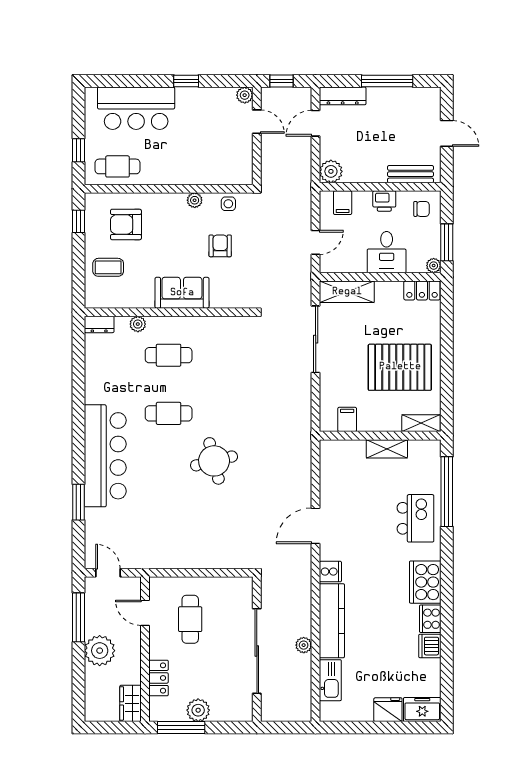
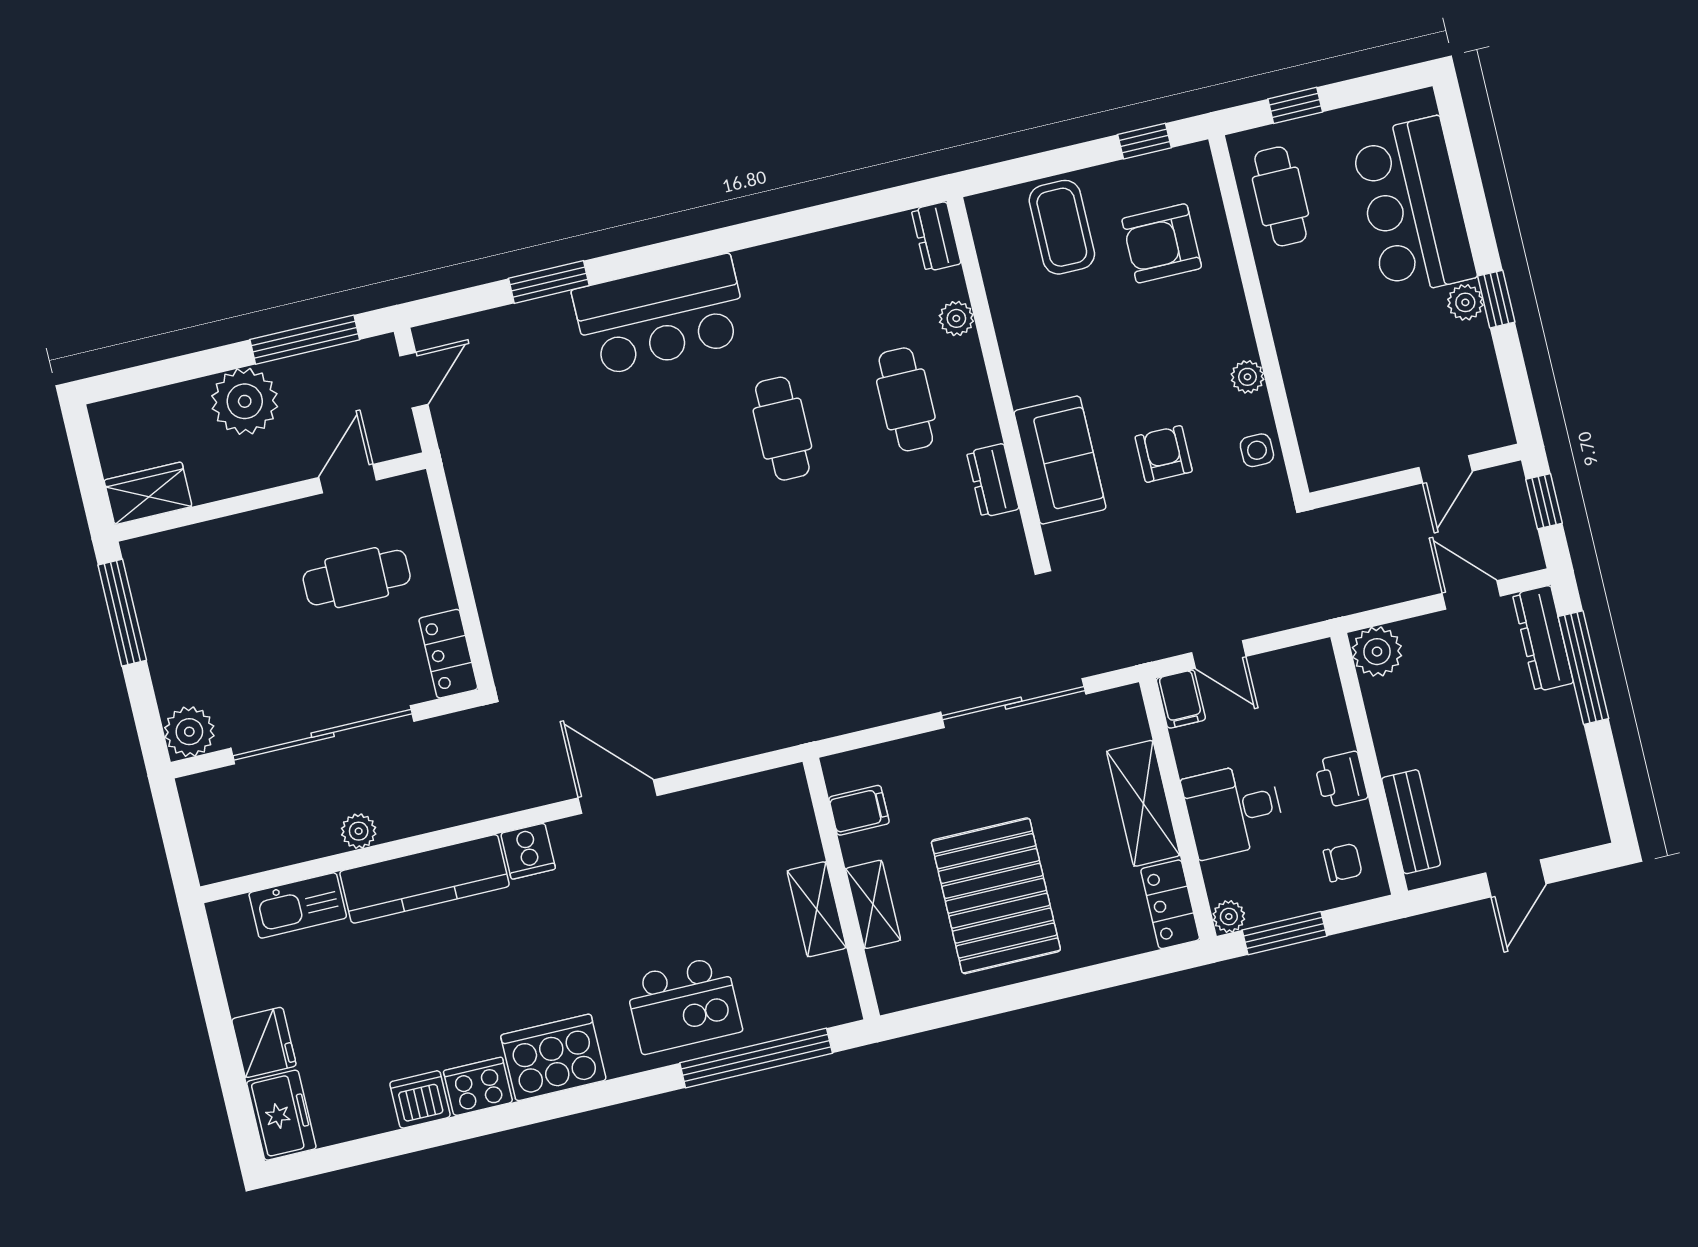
window: (387, 81) -> (1583, 668), moved
plant: (245, 95) -> (1465, 302), moved
filing cabinet: (343, 203) -> (1181, 699), moved, turned -90
chair: (422, 209) -> (1343, 863), turned -90
armchair: (126, 224) -> (1162, 243), turned -90
armchair: (220, 246) -> (1164, 454), turned -90
coffee table: (108, 267) -> (1062, 227), width x1.36, depth x1.30
shelving: (347, 292) -> (1143, 803), moved
sofa: (182, 293) -> (1060, 460), moved
dresser: (214, 325) -> (993, 480), added
shelving: (421, 423) -> (873, 904), moved
bar counter: (105, 456) -> (661, 315), width x0.73
round table: (214, 461) -> (704, 549), removed
locker: (159, 678) -> (448, 654), moved, turned 90
plant: (198, 710) -> (189, 732), moved

